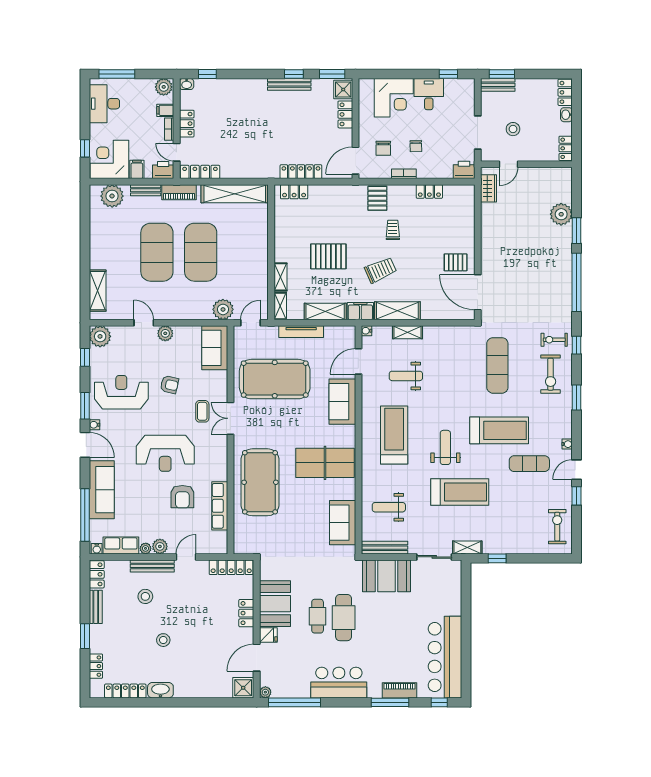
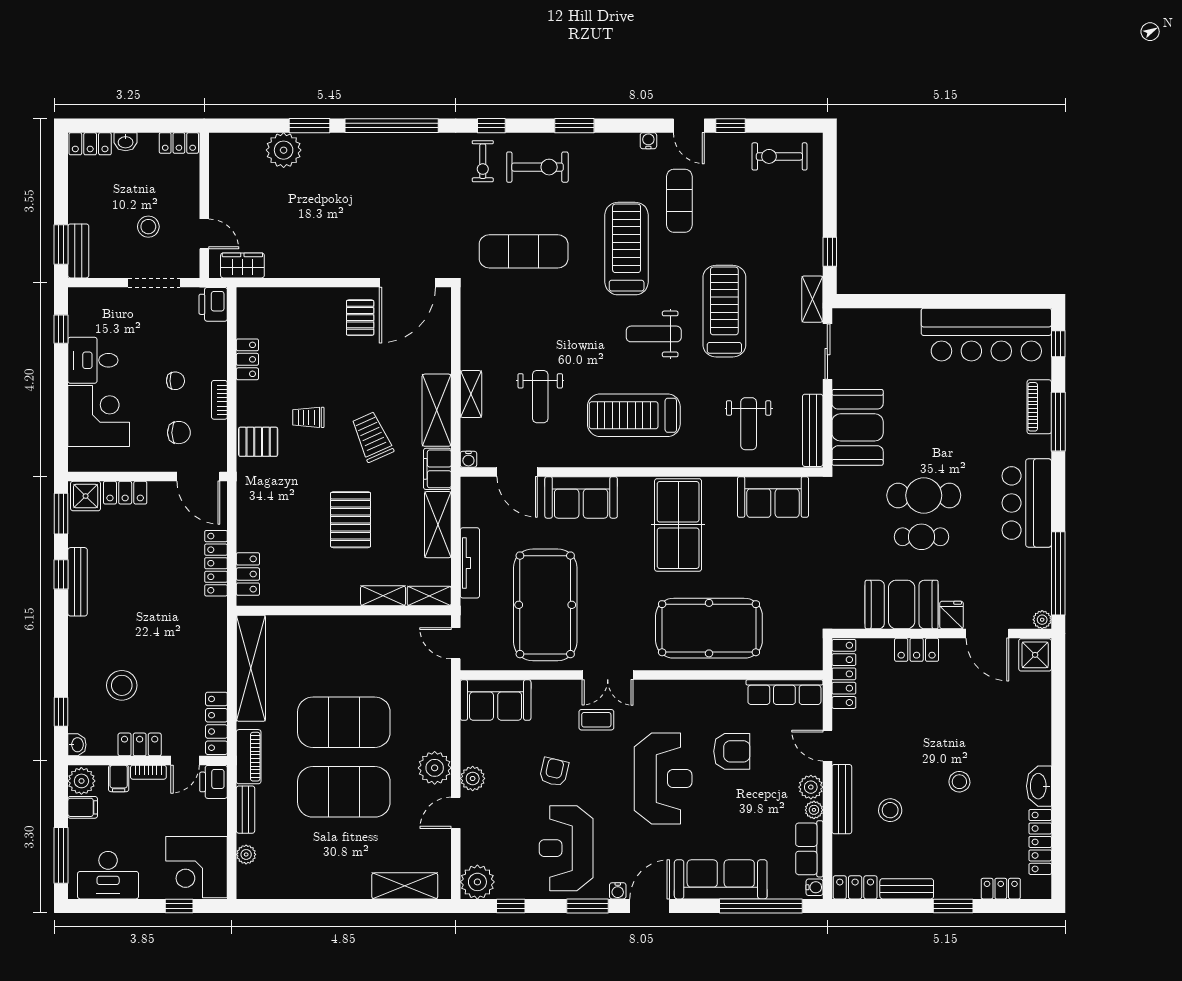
stool: (224, 112) -> (122, 685), added
filing cabinet: (137, 169) -> (83, 807), moved, turned 180
plant: (112, 196) -> (246, 854), width x0.53, depth x0.53
plant: (223, 309) -> (435, 768), moved
row of seats: (220, 506) -> (784, 692), moved

